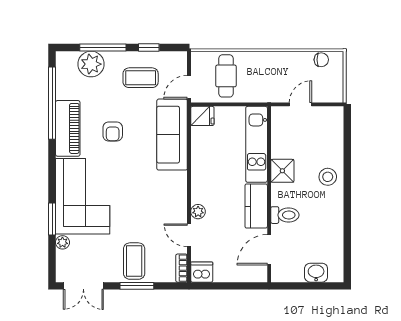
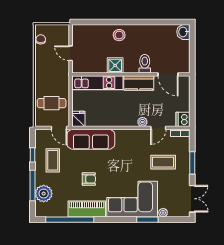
coffee table: (134, 261) -> (163, 162), moved
washbasin: (316, 273) -> (183, 32), moved

